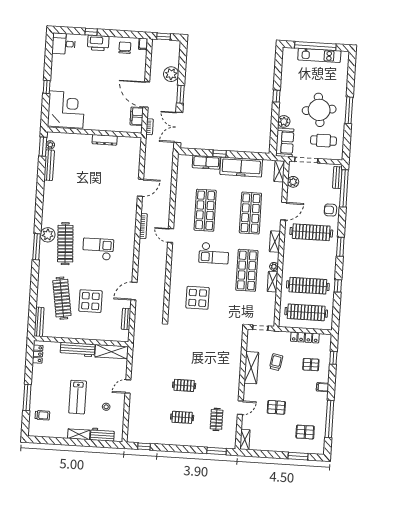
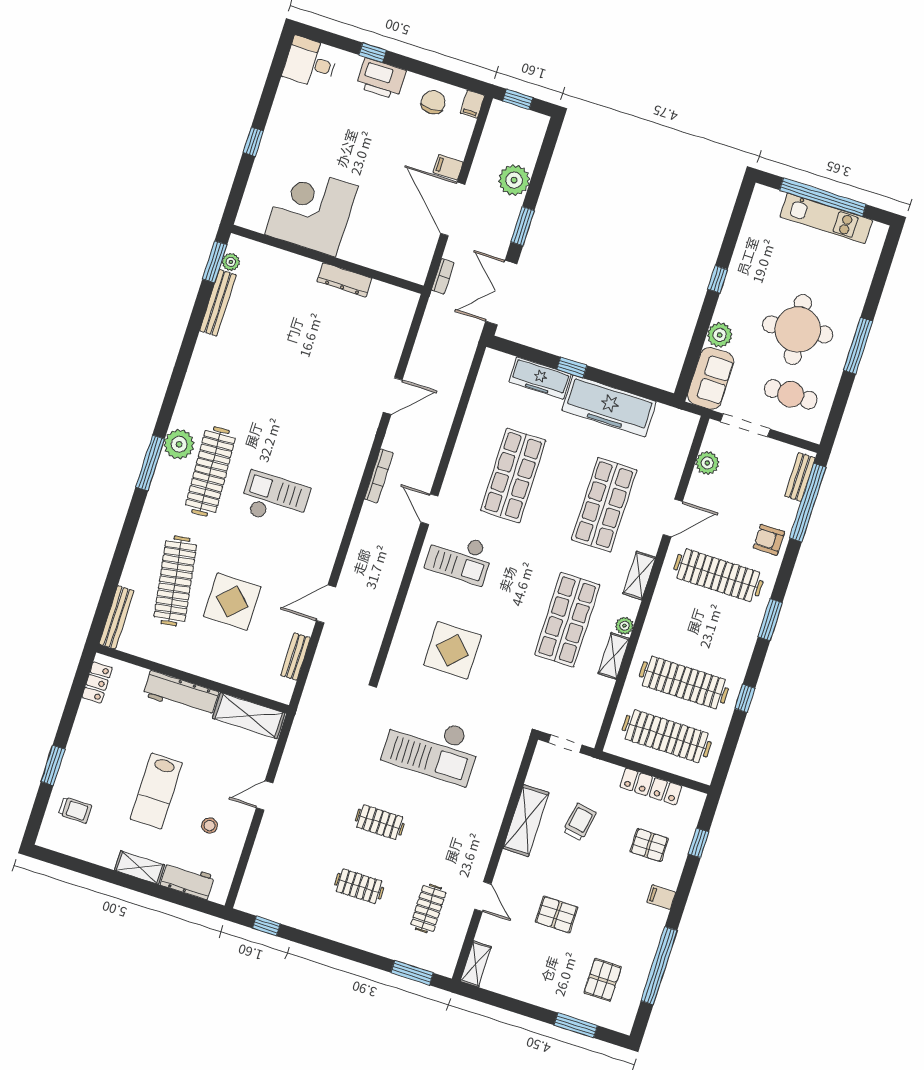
corner desk: (66, 110) -> (311, 210), moved, turned -90
filing cabinet: (137, 116) -> (448, 167), moved, width x0.50
shelving: (279, 171) -> (685, 434), removed
checkout: (214, 253) -> (459, 557), moved
checkout: (199, 345) -> (432, 747), added
window: (27, 397) -> (53, 765), width x0.69
door: (240, 408) -> (483, 897), hinge flipped
pallet: (305, 432) -> (603, 980), turned 90

